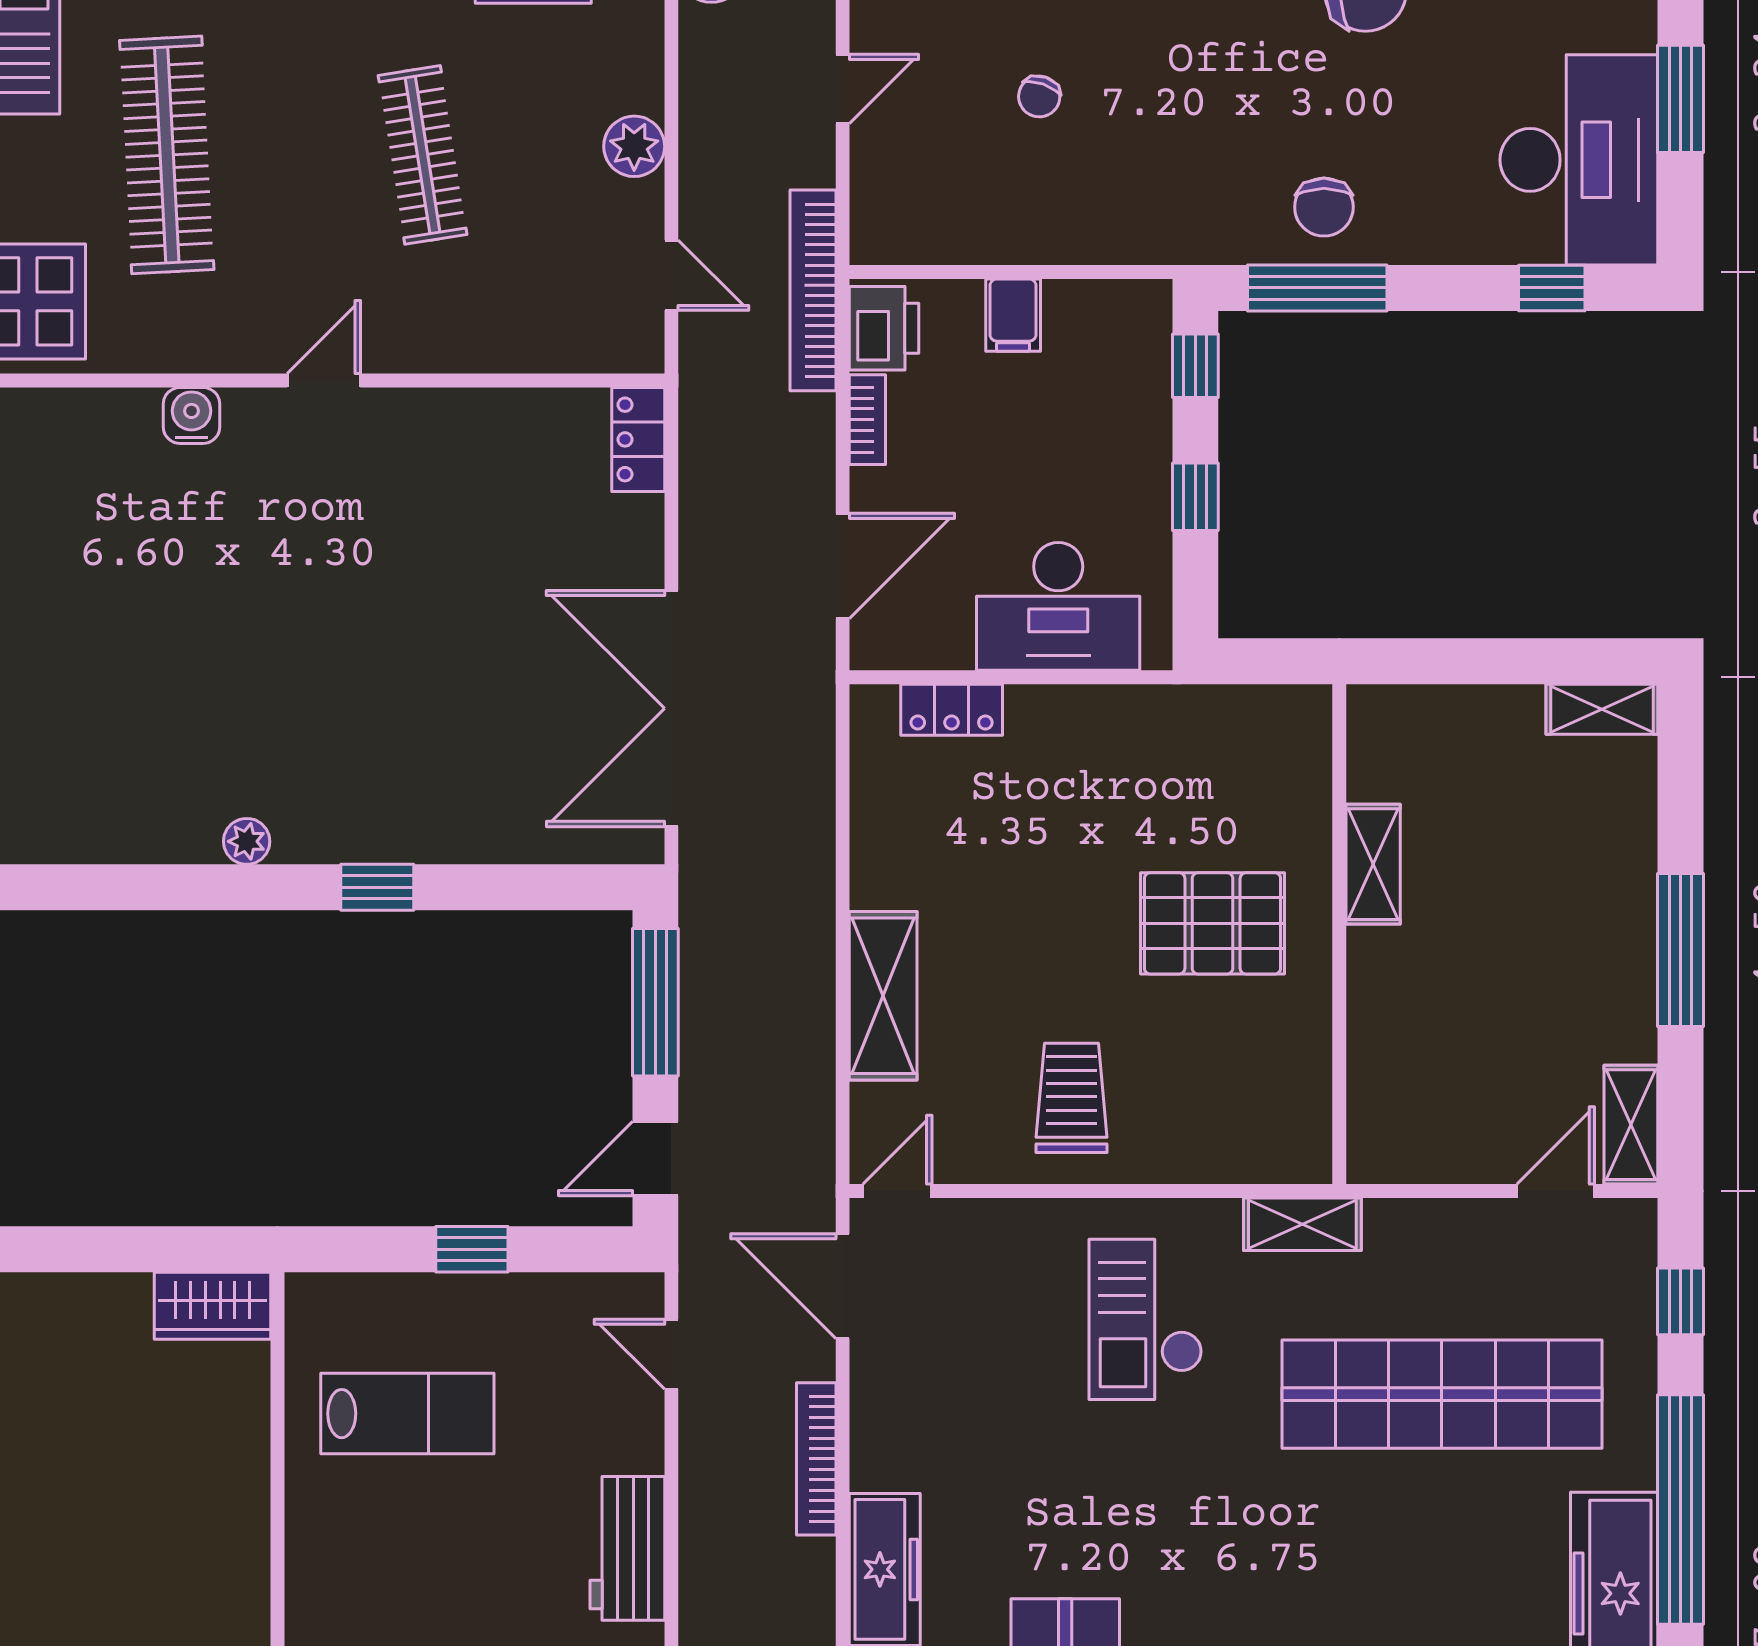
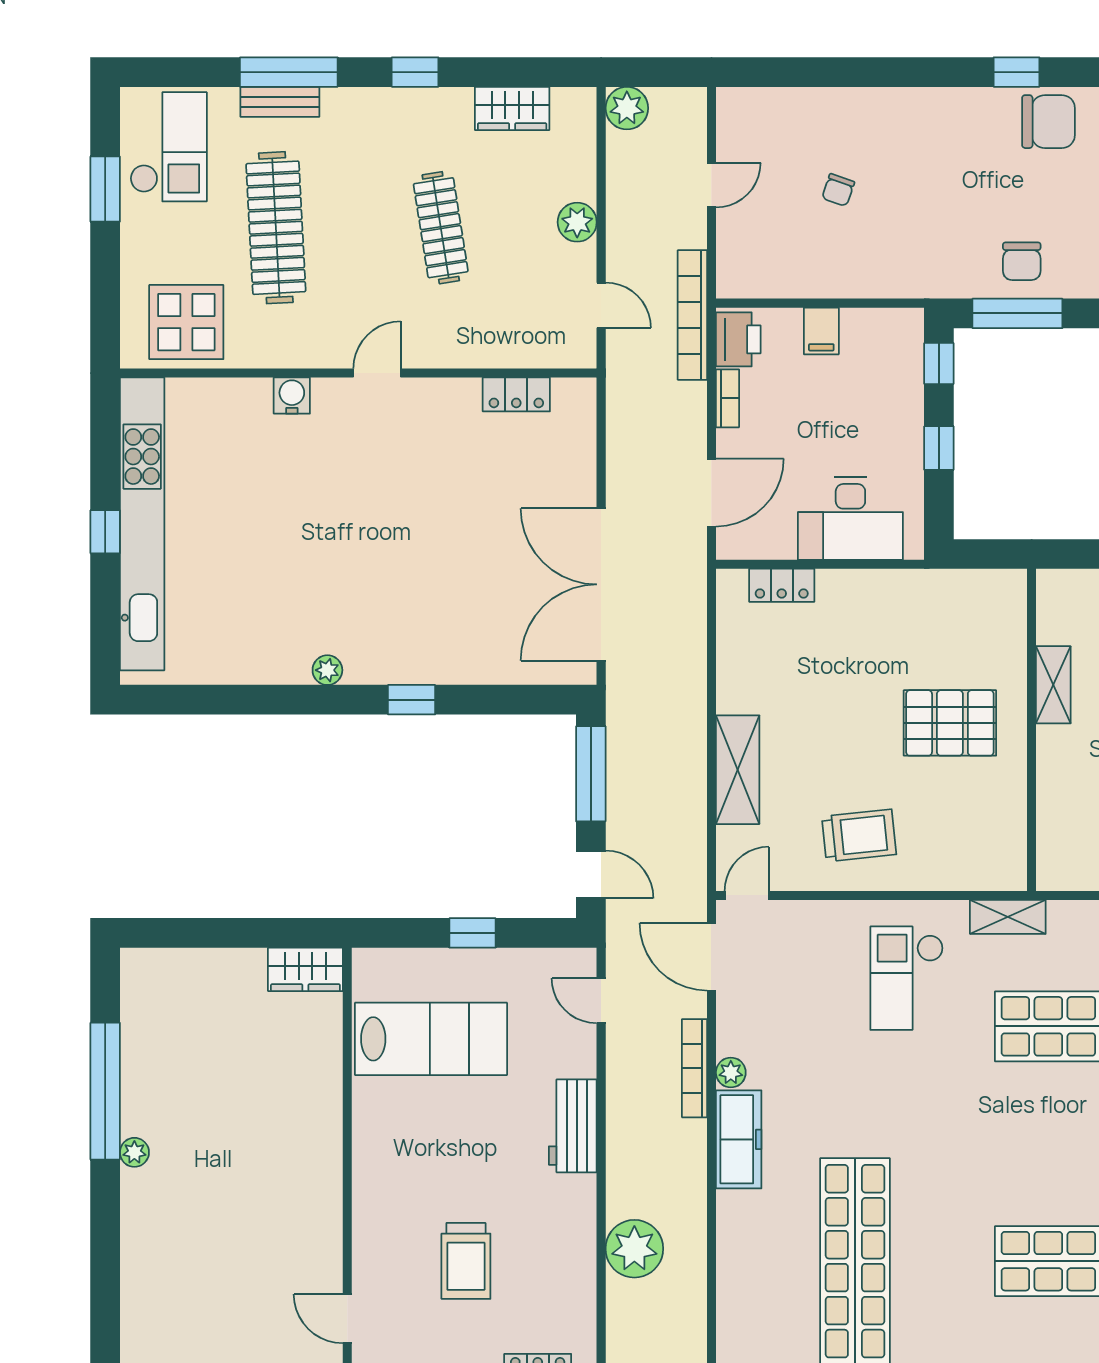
locker: (638, 439) -> (516, 394), moved, turned -90
trolley: (1071, 1098) -> (859, 835), turned 84
door: (655, 1159) -> (591, 875), swing flipped
lab bench: (407, 1414) -> (431, 1039), width x1.36, depth x1.39
plant: (873, 1466) -> (731, 1073), added

